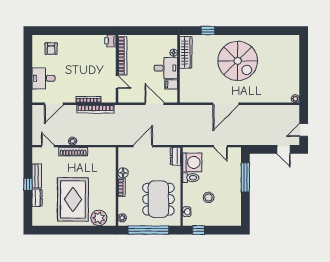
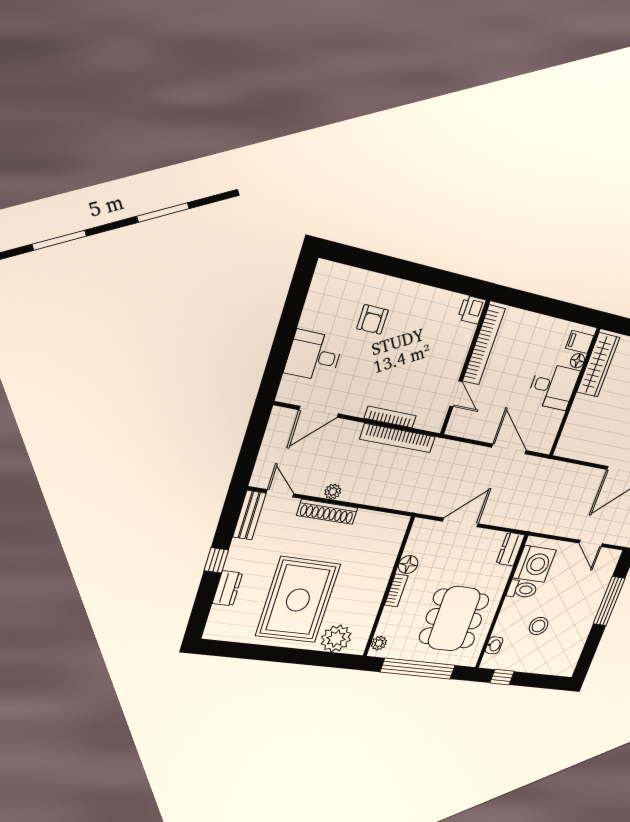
armchair: (51, 49) -> (373, 319), moved
filing cabinet: (171, 84) -> (580, 342), moved
bench: (37, 176) -> (249, 515), moved

